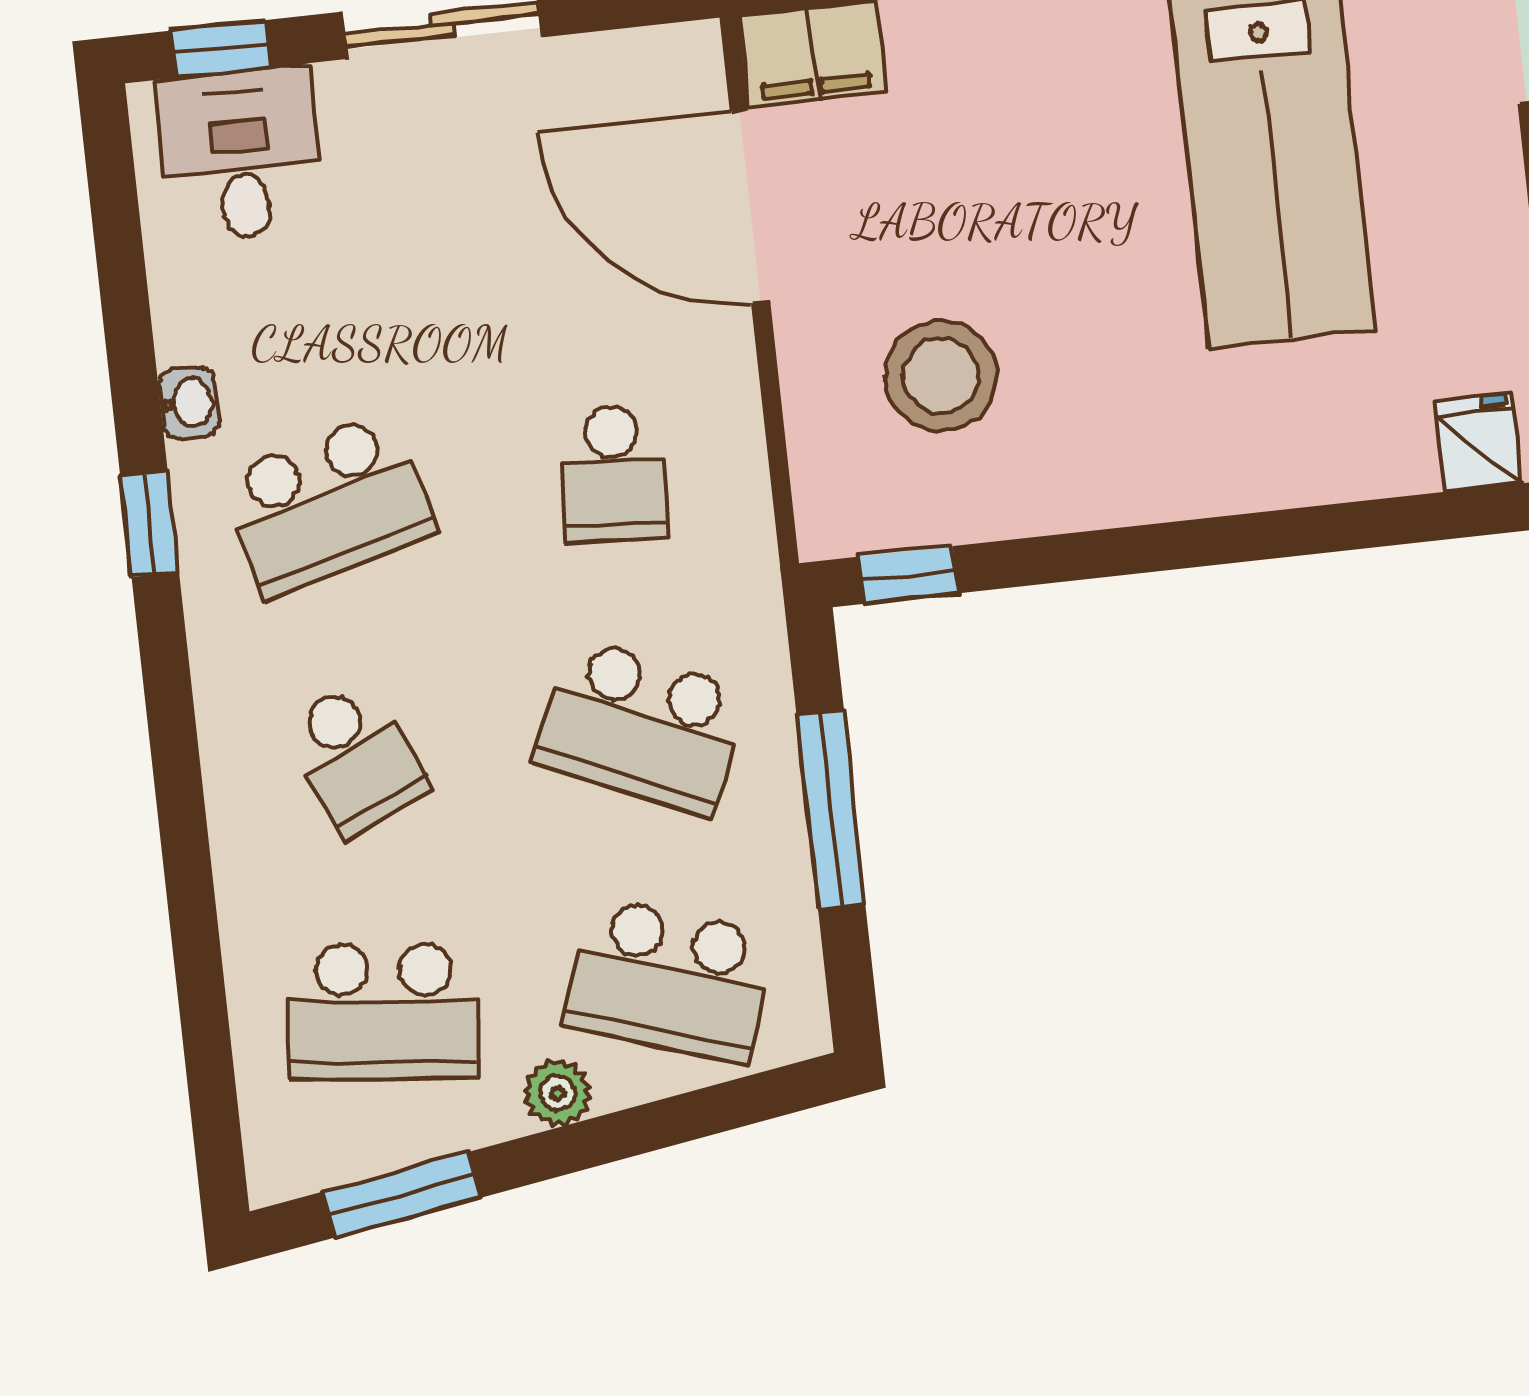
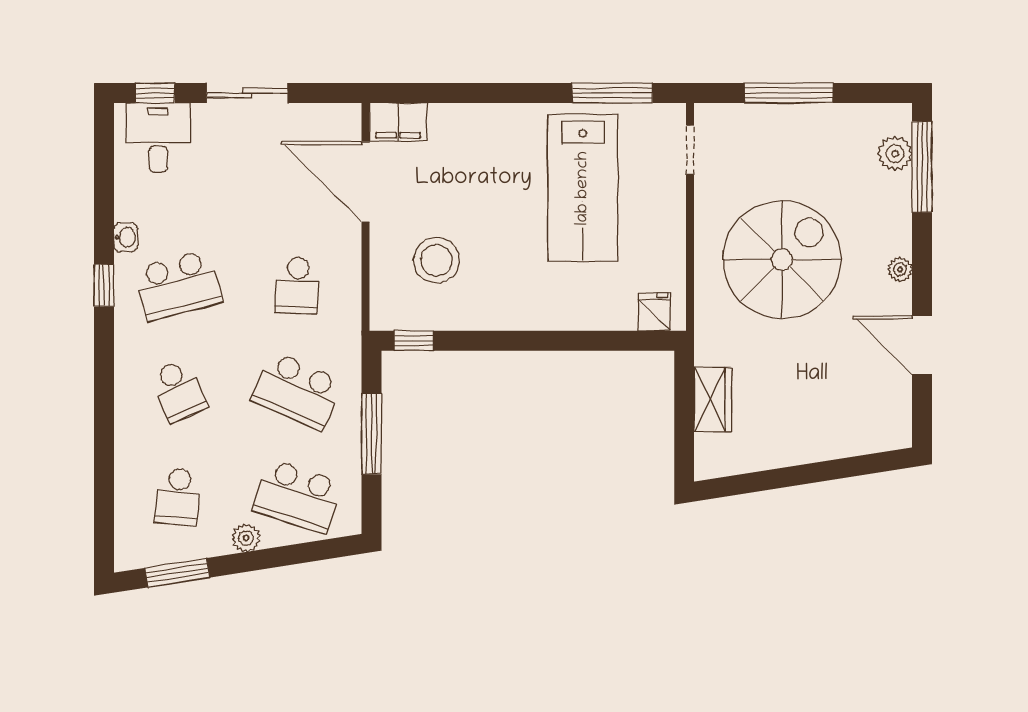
school desk: (384, 1011) -> (178, 496), width x0.54

